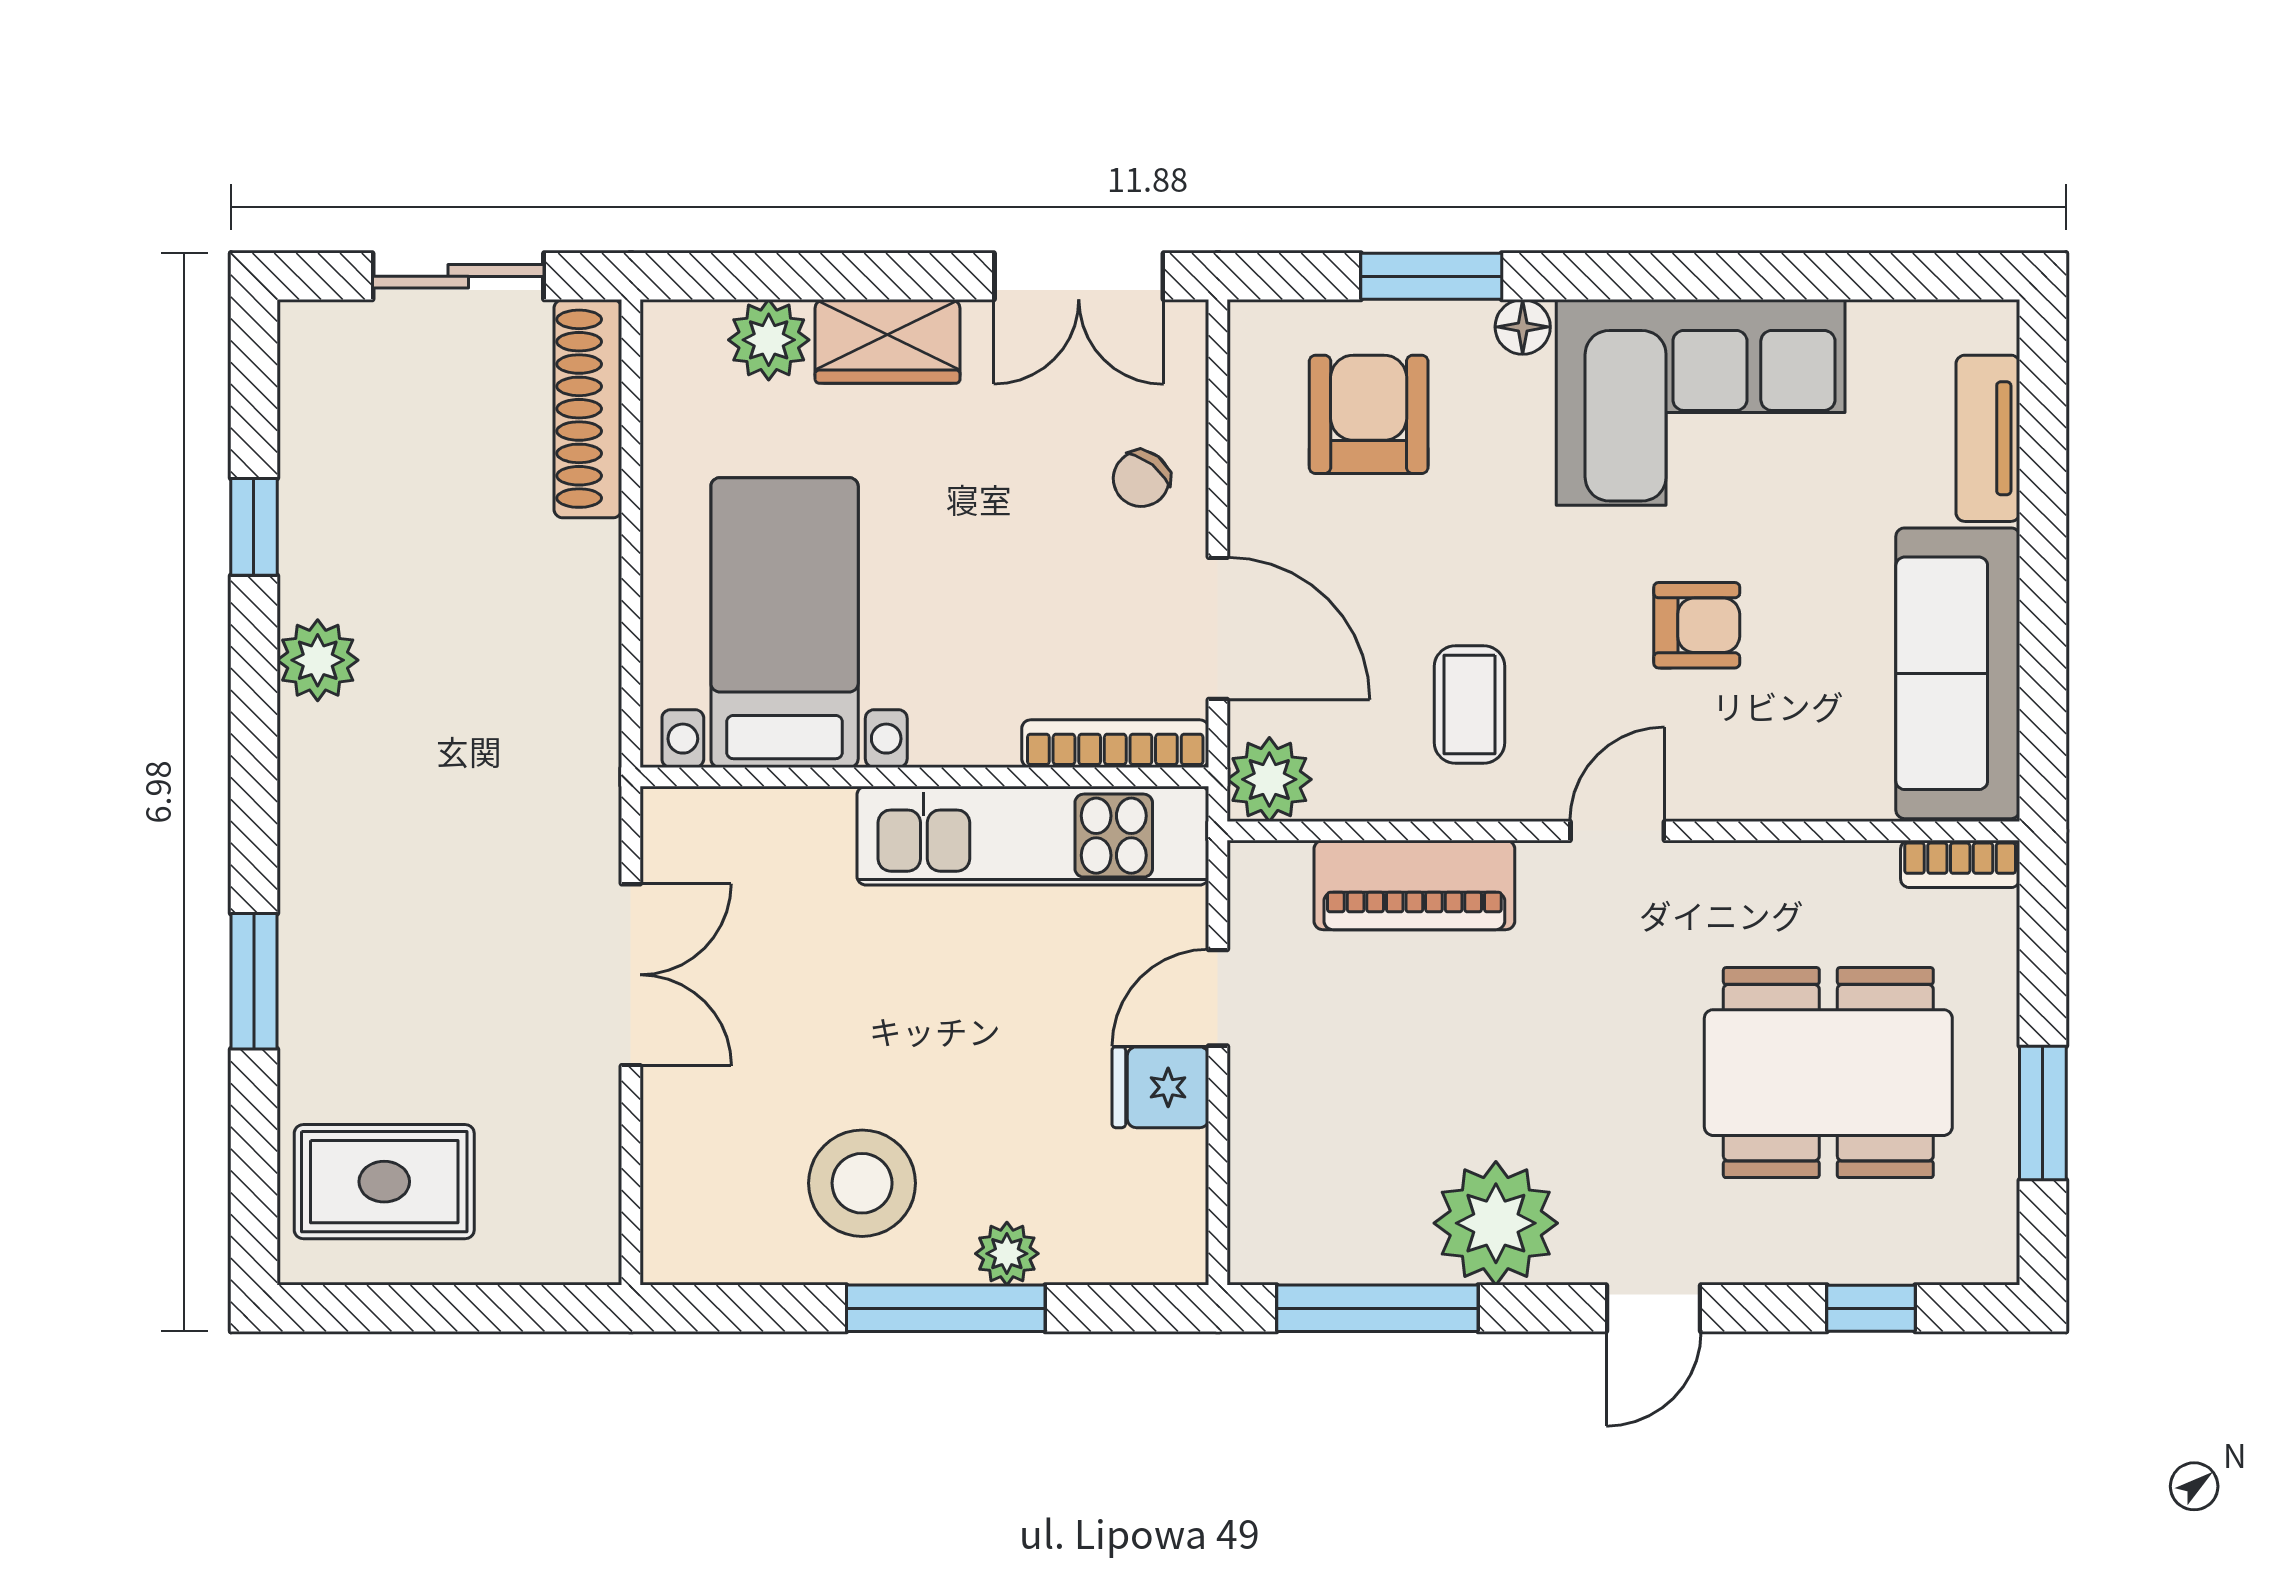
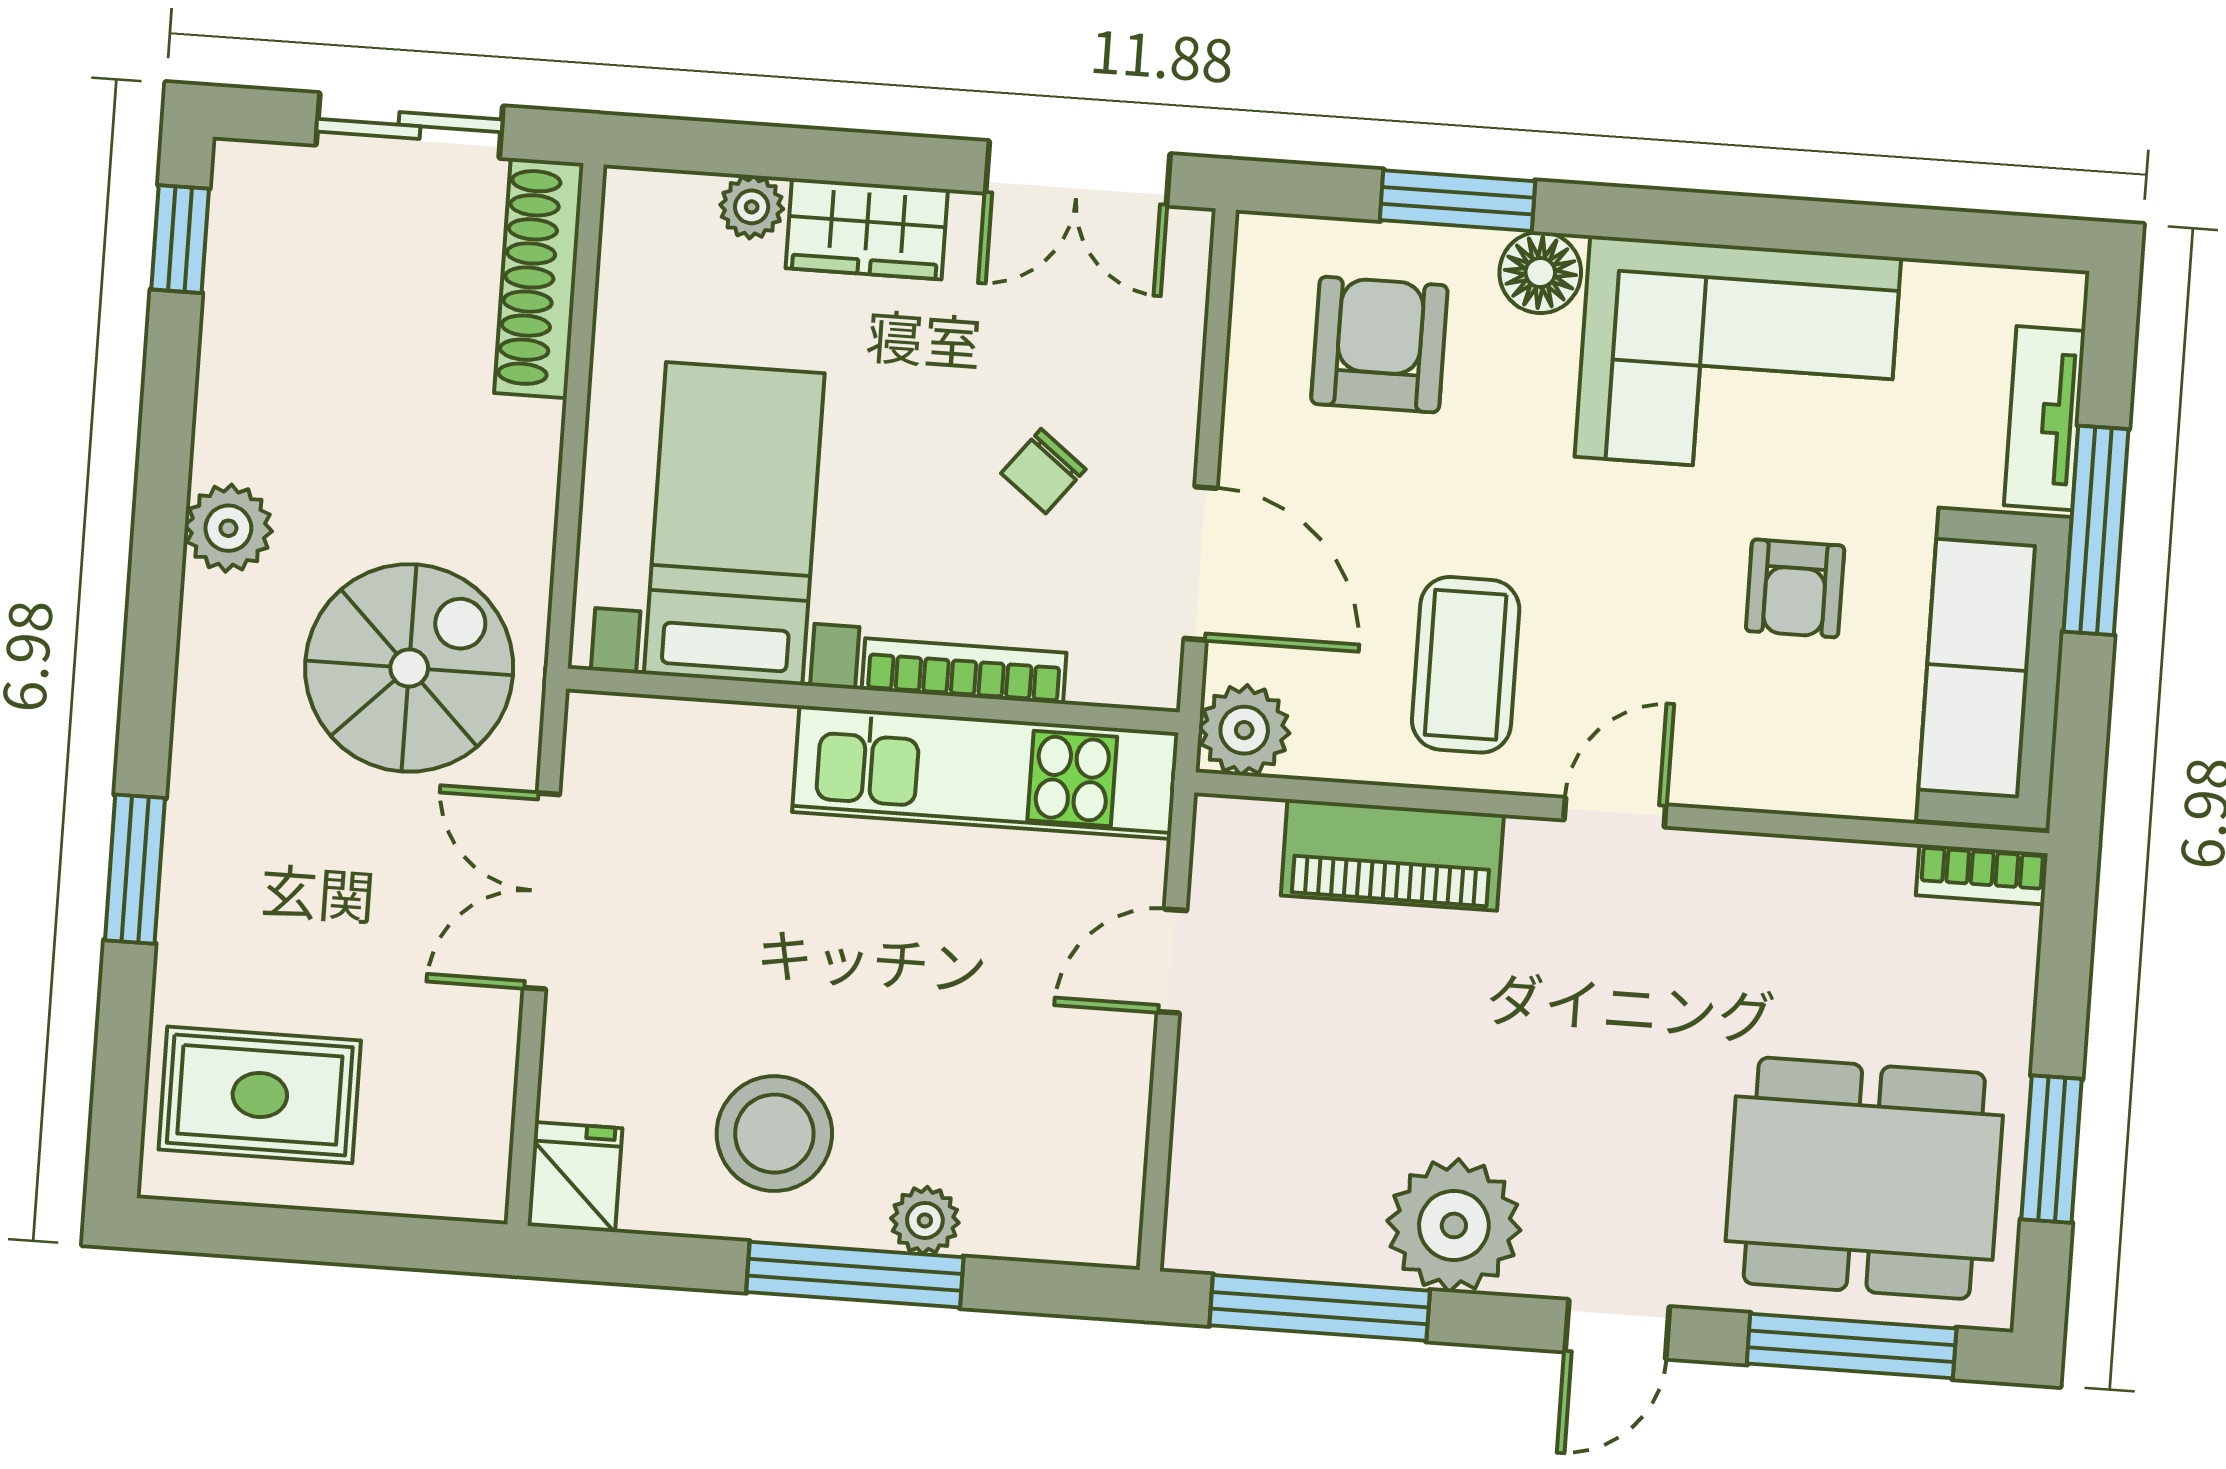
floor lamp: (1523, 327) -> (1540, 272), width x1.37, depth x1.37
plant: (769, 340) -> (752, 207), width x0.73, depth x0.73
chair: (1141, 479) -> (1043, 471), moved
window: (254, 527) -> (180, 239), moved
window: (2043, 539) -> (2096, 530), added
armchair: (1697, 625) -> (1795, 588), moved, turned 90
coffee table: (1470, 704) -> (1466, 665), width x1.36, depth x1.30
bookcase: (1115, 744) -> (964, 671), moved
spiral stairs: (494, 777) -> (409, 668), added
double door: (631, 975) -> (541, 891), swing flipped
dining table: (1828, 1073) -> (1864, 1178), moved
fridge: (1160, 1087) -> (575, 1177), moved, turned 90
window: (1871, 1308) -> (1852, 1346), width x2.17

